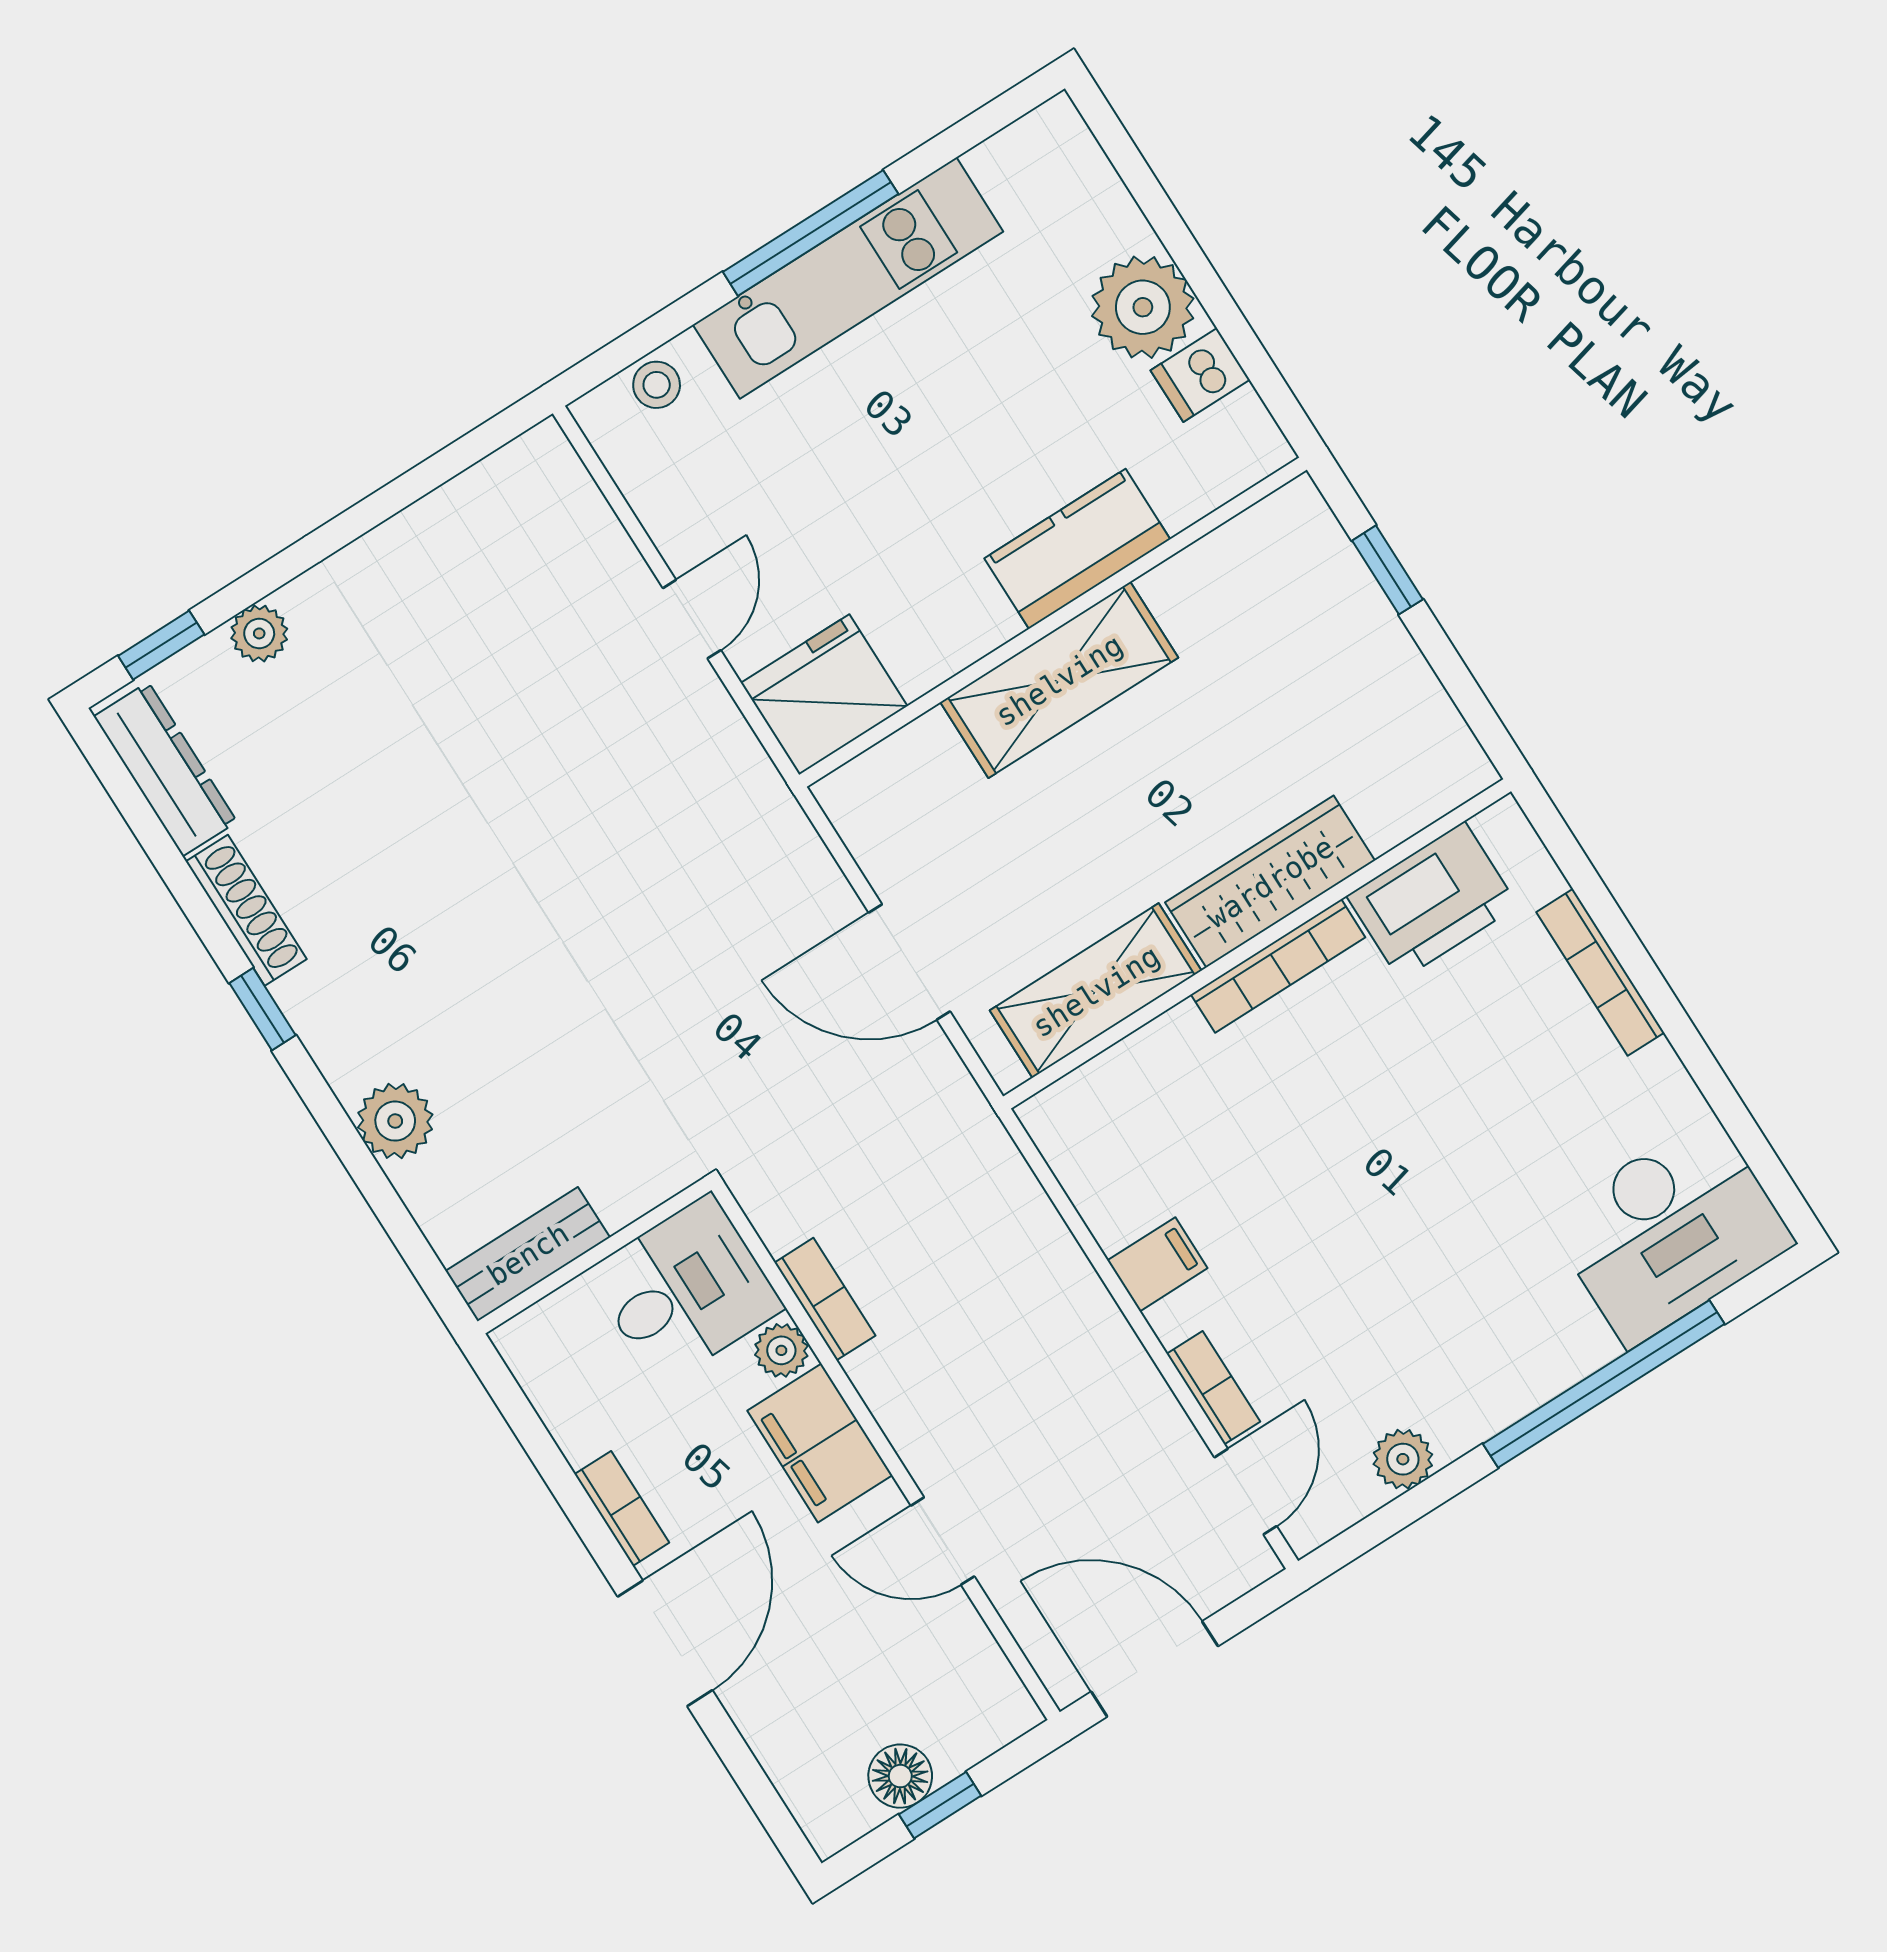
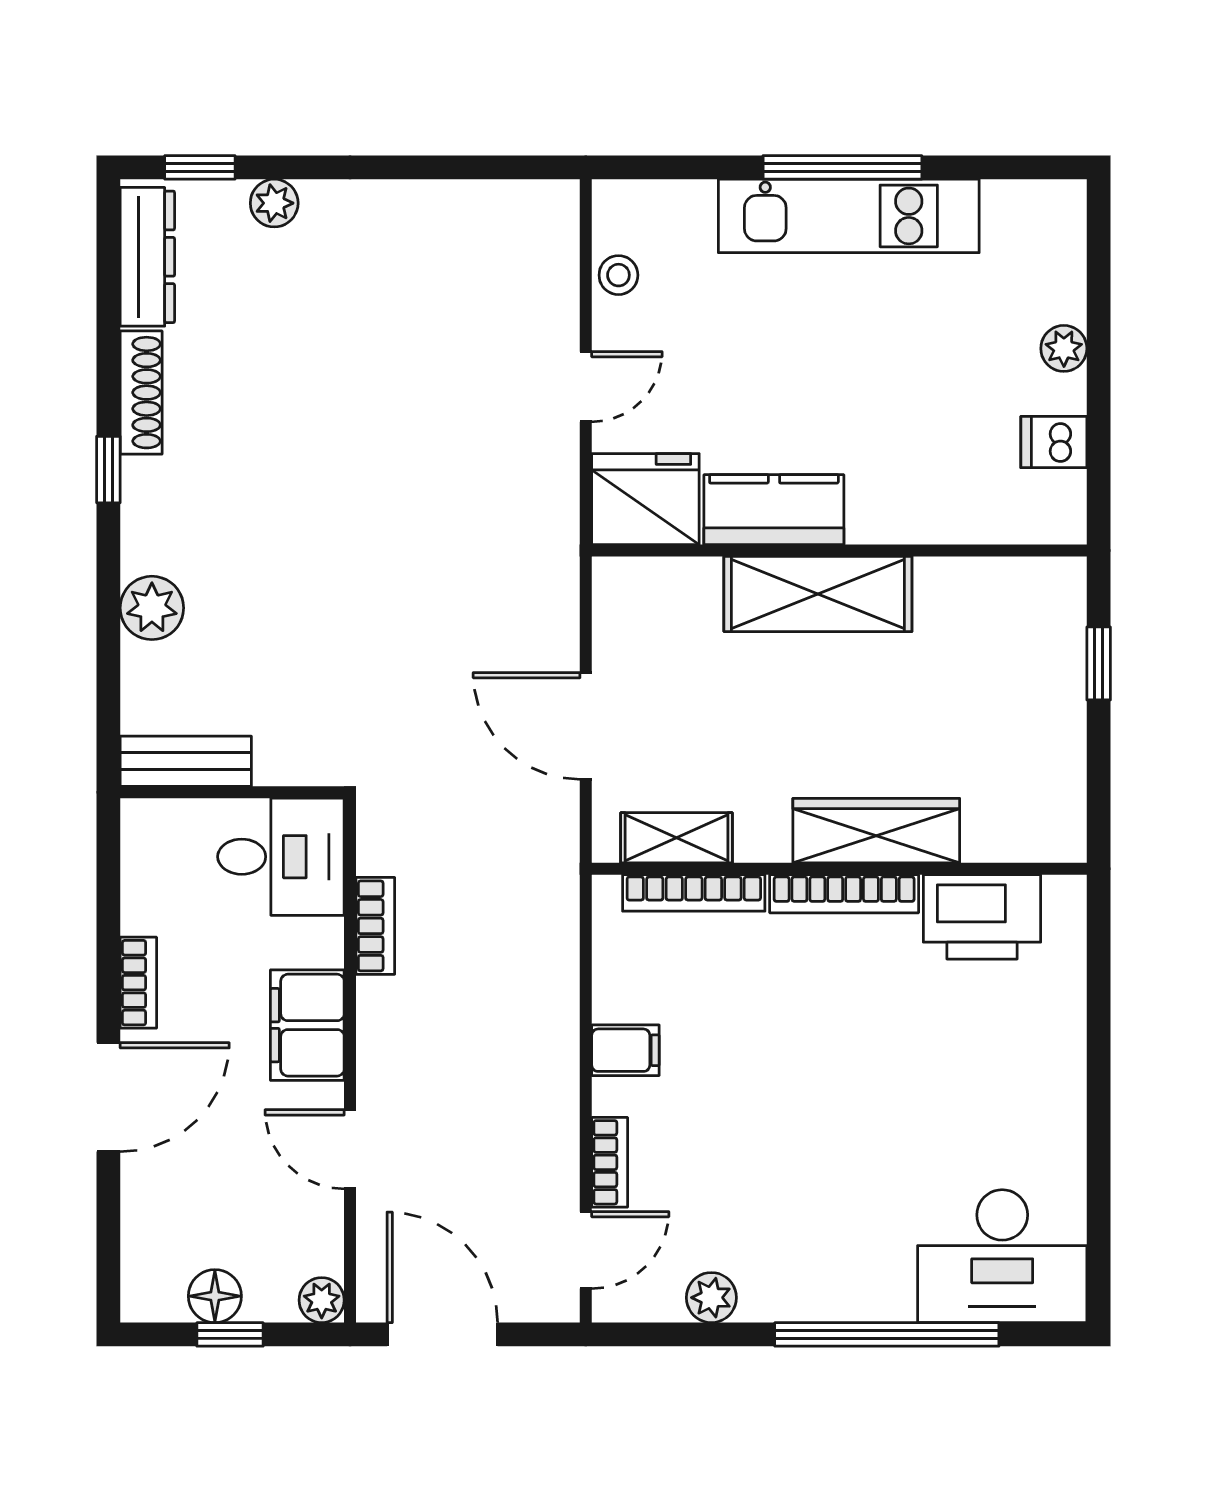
plant: (1143, 307) -> (1064, 348), width x0.53, depth x0.53
stool: (657, 385) -> (618, 275), moved
kitchen counter: (1077, 549) -> (774, 510), moved
bookcase: (1600, 972) -> (694, 893), moved, turned -90
shelving: (1096, 991) -> (677, 838), width x0.67, depth x0.75
plant: (781, 1350) -> (322, 1300), moved

